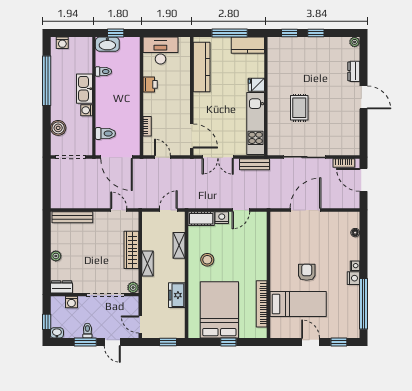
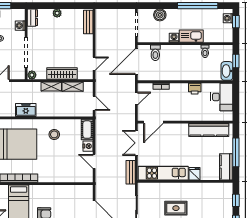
window: (67, 33) -> (236, 22), added
washbasin: (107, 44) -> (227, 71), moved
bench: (72, 217) -> (88, 22), width x0.73
shelving: (179, 245) -> (73, 87), moved

